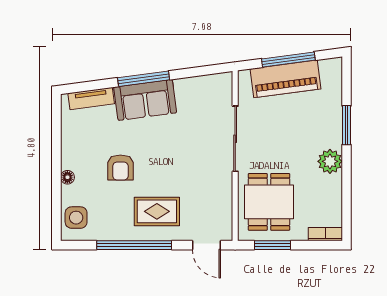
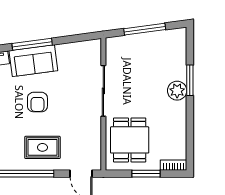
piano: (285, 79) -> (142, 44), removed
plant: (330, 161) -> (177, 91), moved
armchair: (120, 167) -> (37, 102), moved
window: (272, 245) -> (146, 174), moved

